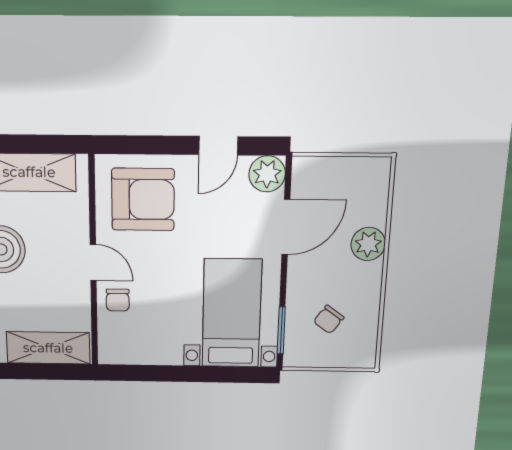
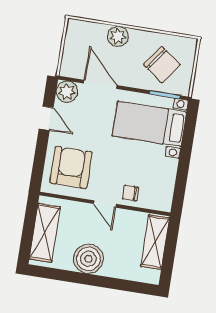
door: (93, 262) -> (105, 204), swing flipped
chair: (118, 300) -> (131, 193), turned 180
chair: (329, 319) -> (162, 65), width x1.87, depth x1.87

